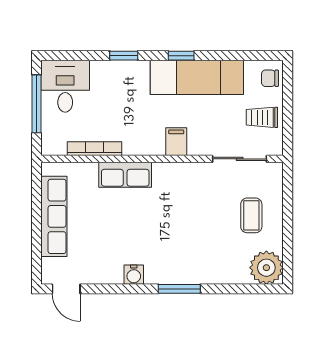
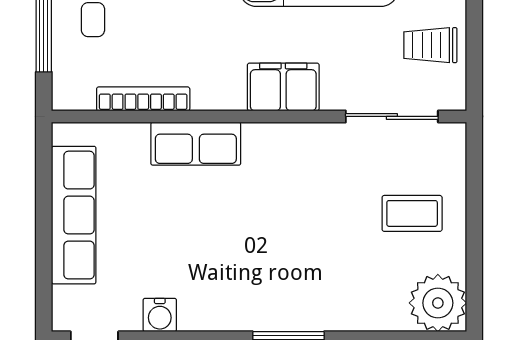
filing cabinet: (176, 142) -> (283, 87), width x2.00
coffee table: (251, 215) -> (412, 213), turned 90
water cooler: (134, 275) -> (160, 315), moved

